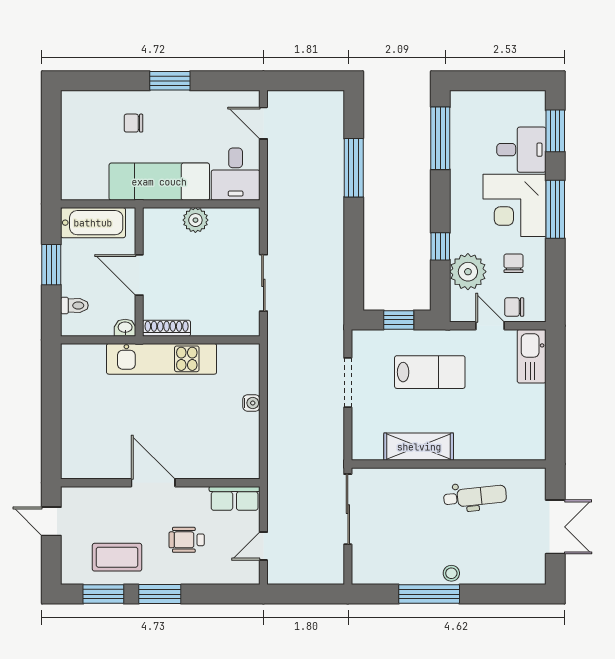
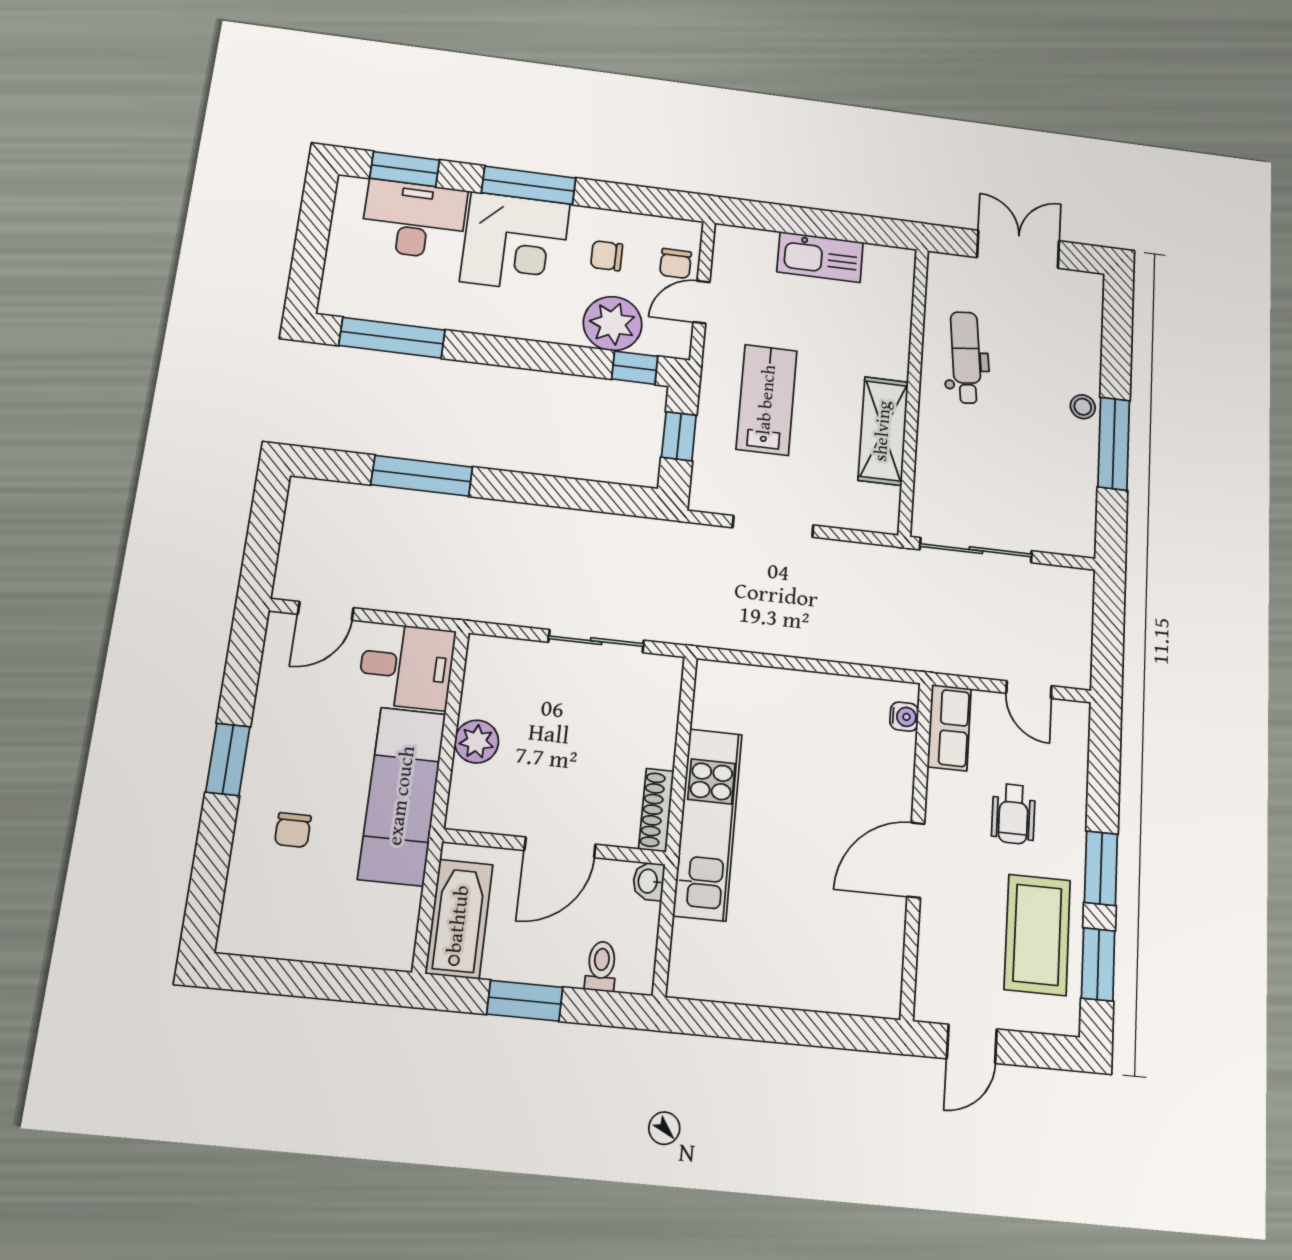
desk: (521, 150) -> (414, 219), width x1.37
window: (440, 246) -> (635, 368), moved
kitchen sink: (532, 356) -> (820, 257), moved
water cooler: (251, 403) -> (904, 717), moved, turned 90
coffee table: (117, 557) -> (1037, 935), width x1.36, depth x1.32

